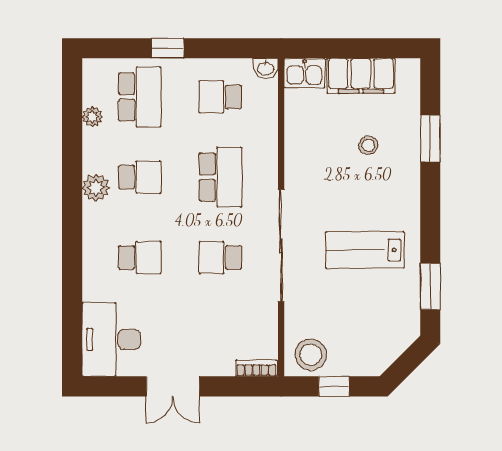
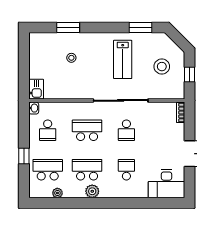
filing cabinet: (361, 76) -> (37, 61), removed
school desk: (140, 177) -> (87, 170), width x1.85
stool: (311, 355) -> (162, 67), moved

